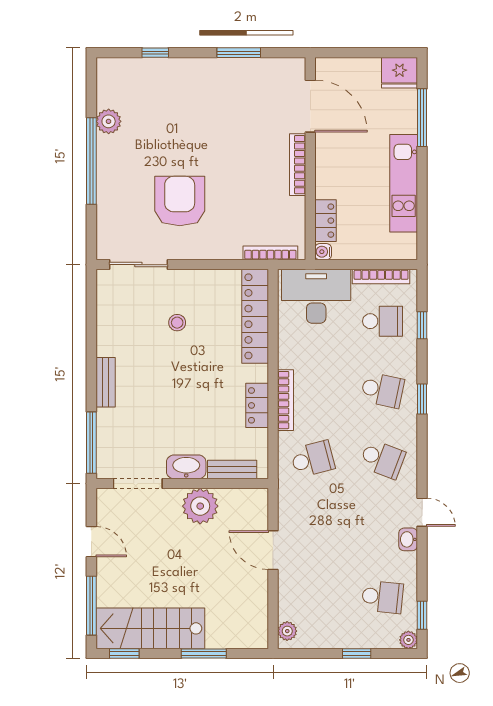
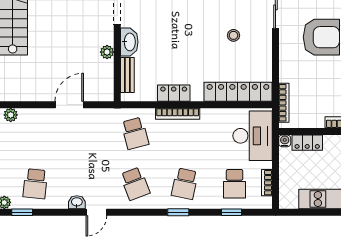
bookcase: (381, 277) -> (267, 183), width x0.64
school desk: (382, 459) -> (135, 184), turned -42
plant: (200, 506) -> (107, 52), width x0.53, depth x0.53

